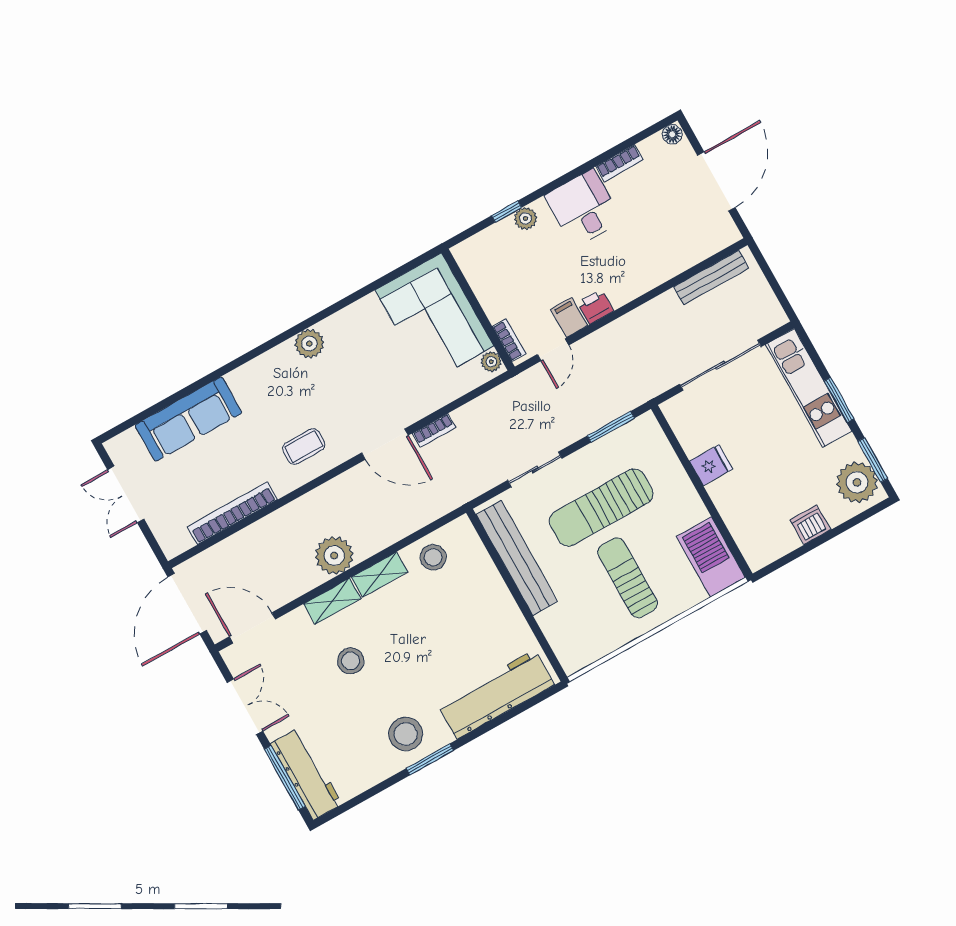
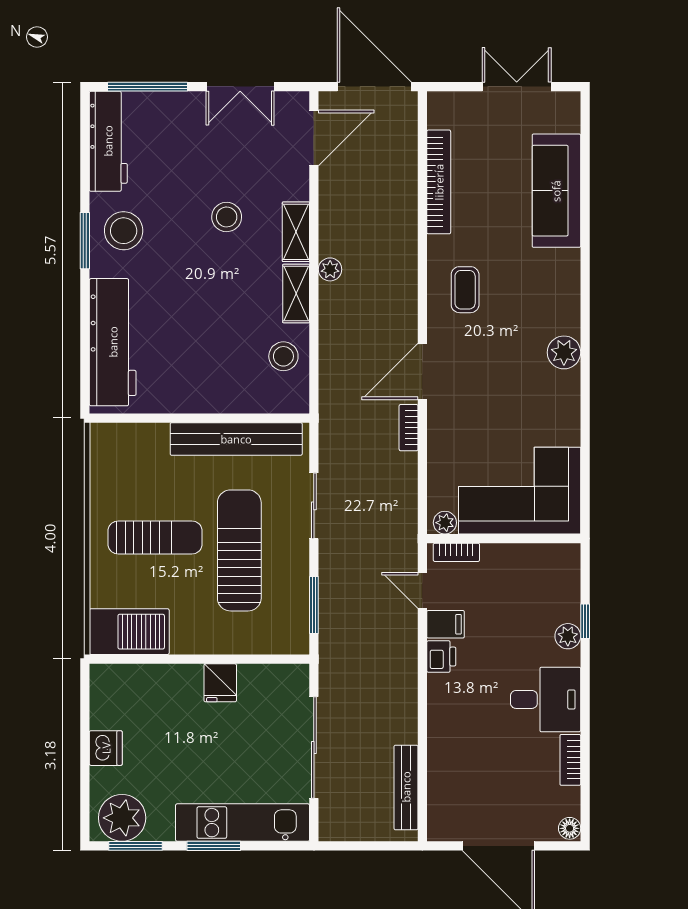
plant: (334, 555) -> (330, 269), width x0.53, depth x0.53
workbench: (306, 774) -> (108, 141), moved, turned -90

